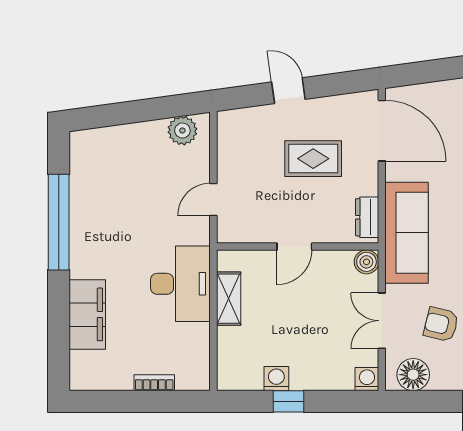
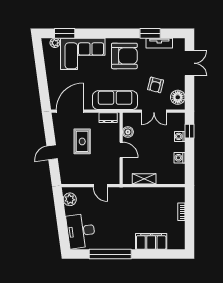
boiler: (366, 262) -> (128, 132), moved
desk: (180, 284) -> (81, 231), moved, turned -98
washing machine: (367, 379) -> (180, 136), moved
window: (288, 401) -> (190, 131), moved

